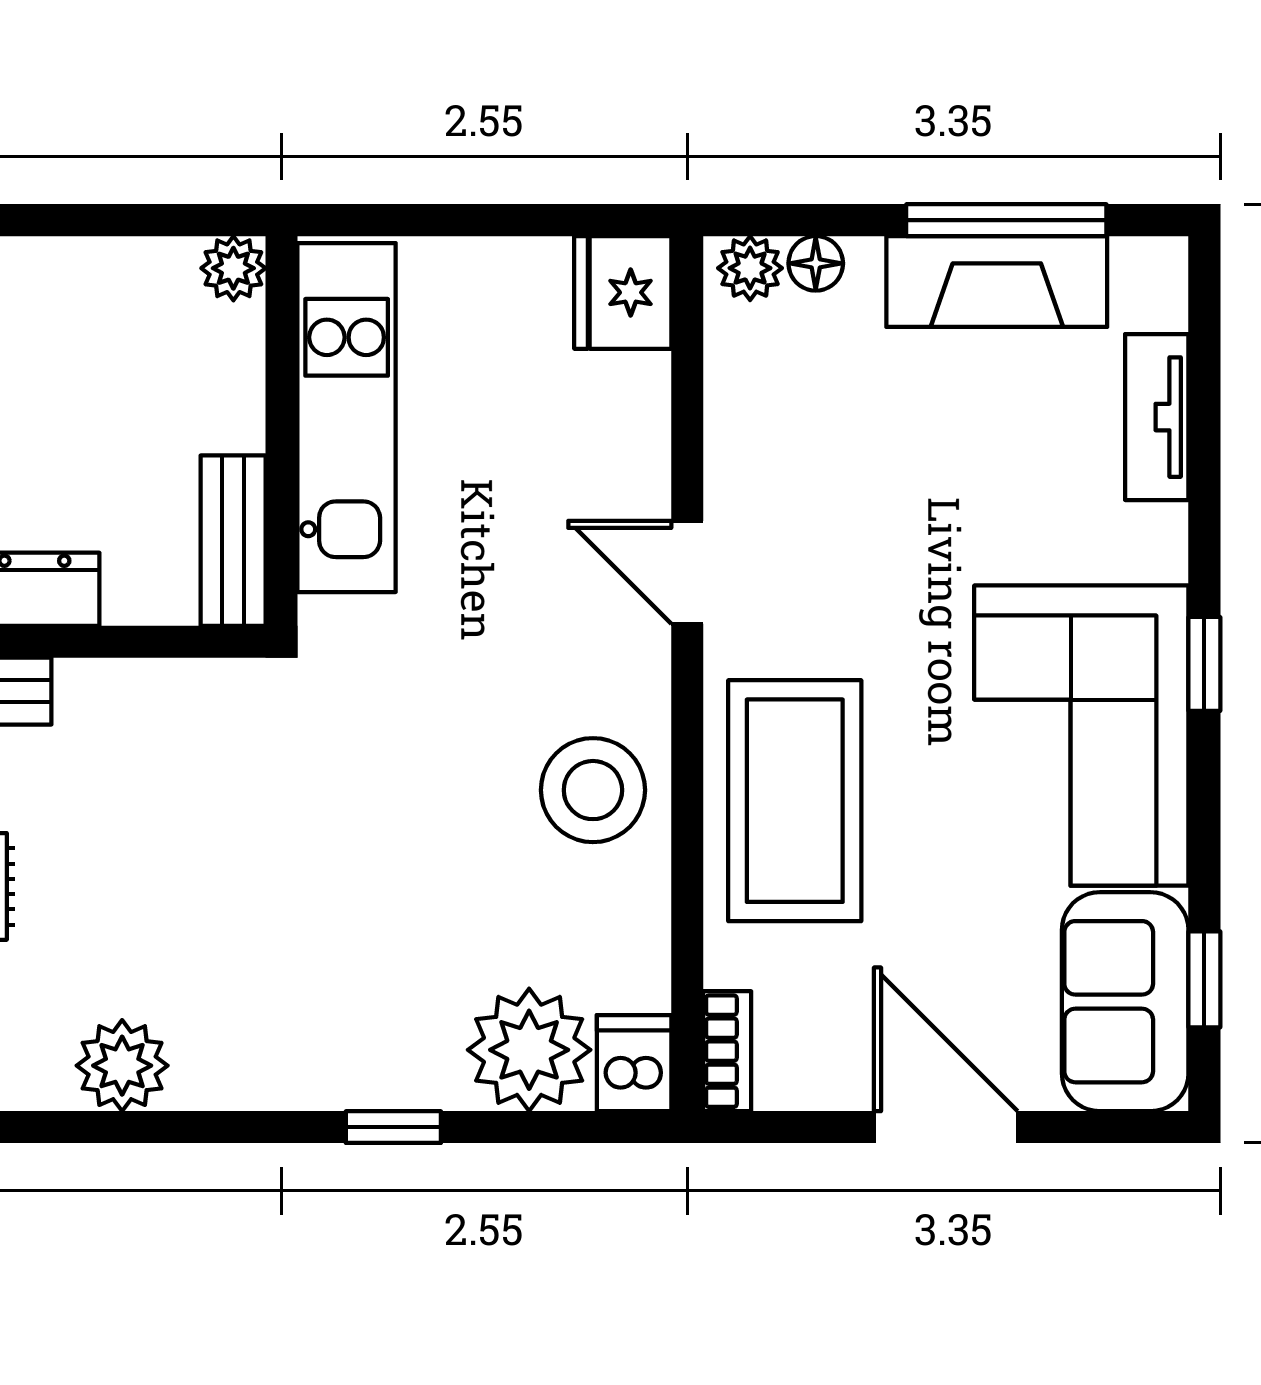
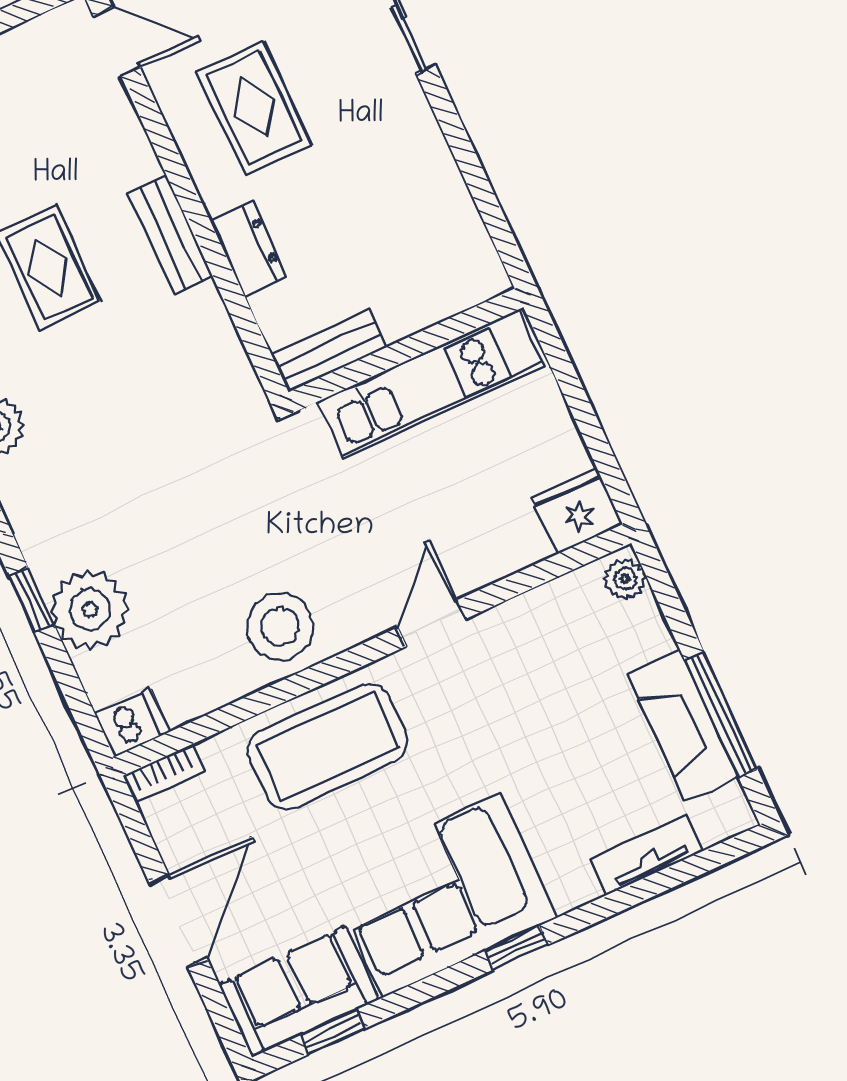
floor lamp: (816, 263) -> (645, 616), removed
plant: (233, 268) -> (488, 278), removed
plant: (529, 1050) -> (90, 609), moved

